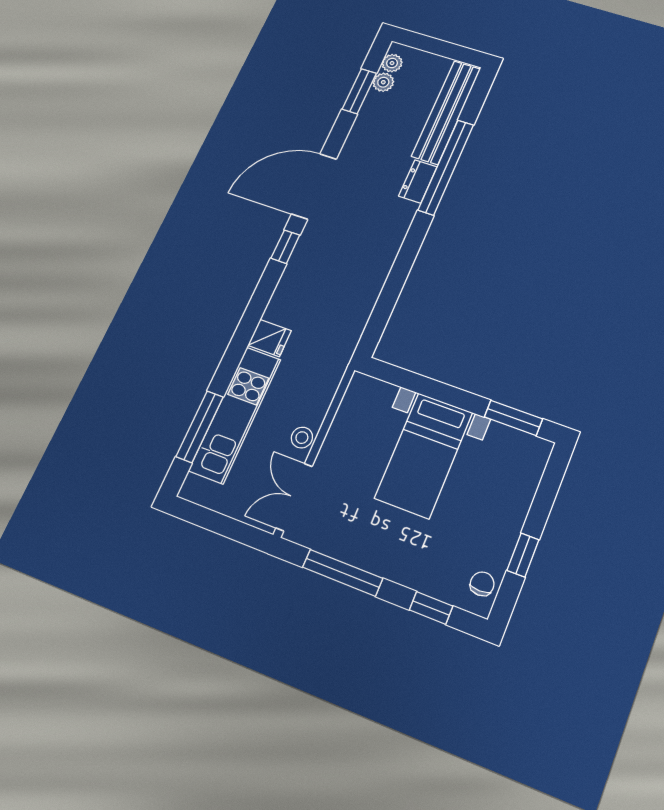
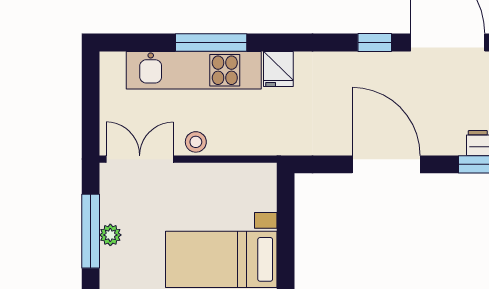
door: (399, 274) -> (386, 164), added
window: (200, 427) -> (211, 42), moved
plant: (355, 554) -> (110, 235), added

